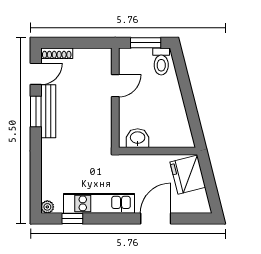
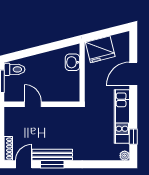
door: (36, 74) -> (24, 164), hinge flipped
washbasin: (138, 138) -> (72, 62), moved
door: (156, 218) -> (133, 74), hinge flipped

